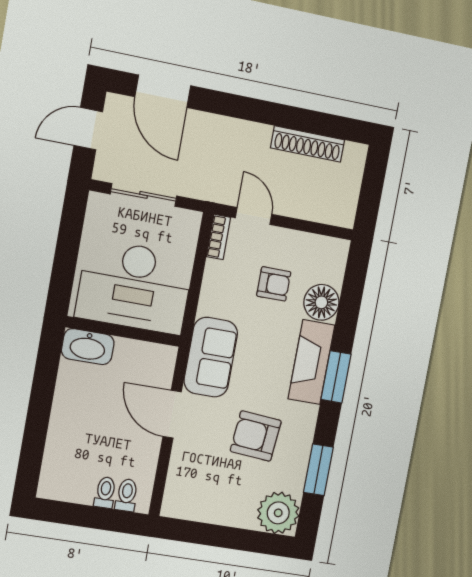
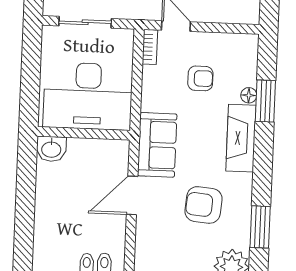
floor lamp: (321, 302) -> (249, 95), width x0.53, depth x0.53
washbasin: (88, 347) -> (51, 149), width x0.72
window: (336, 377) -> (265, 101), moved
door: (172, 414) -> (132, 195), hinge flipped

